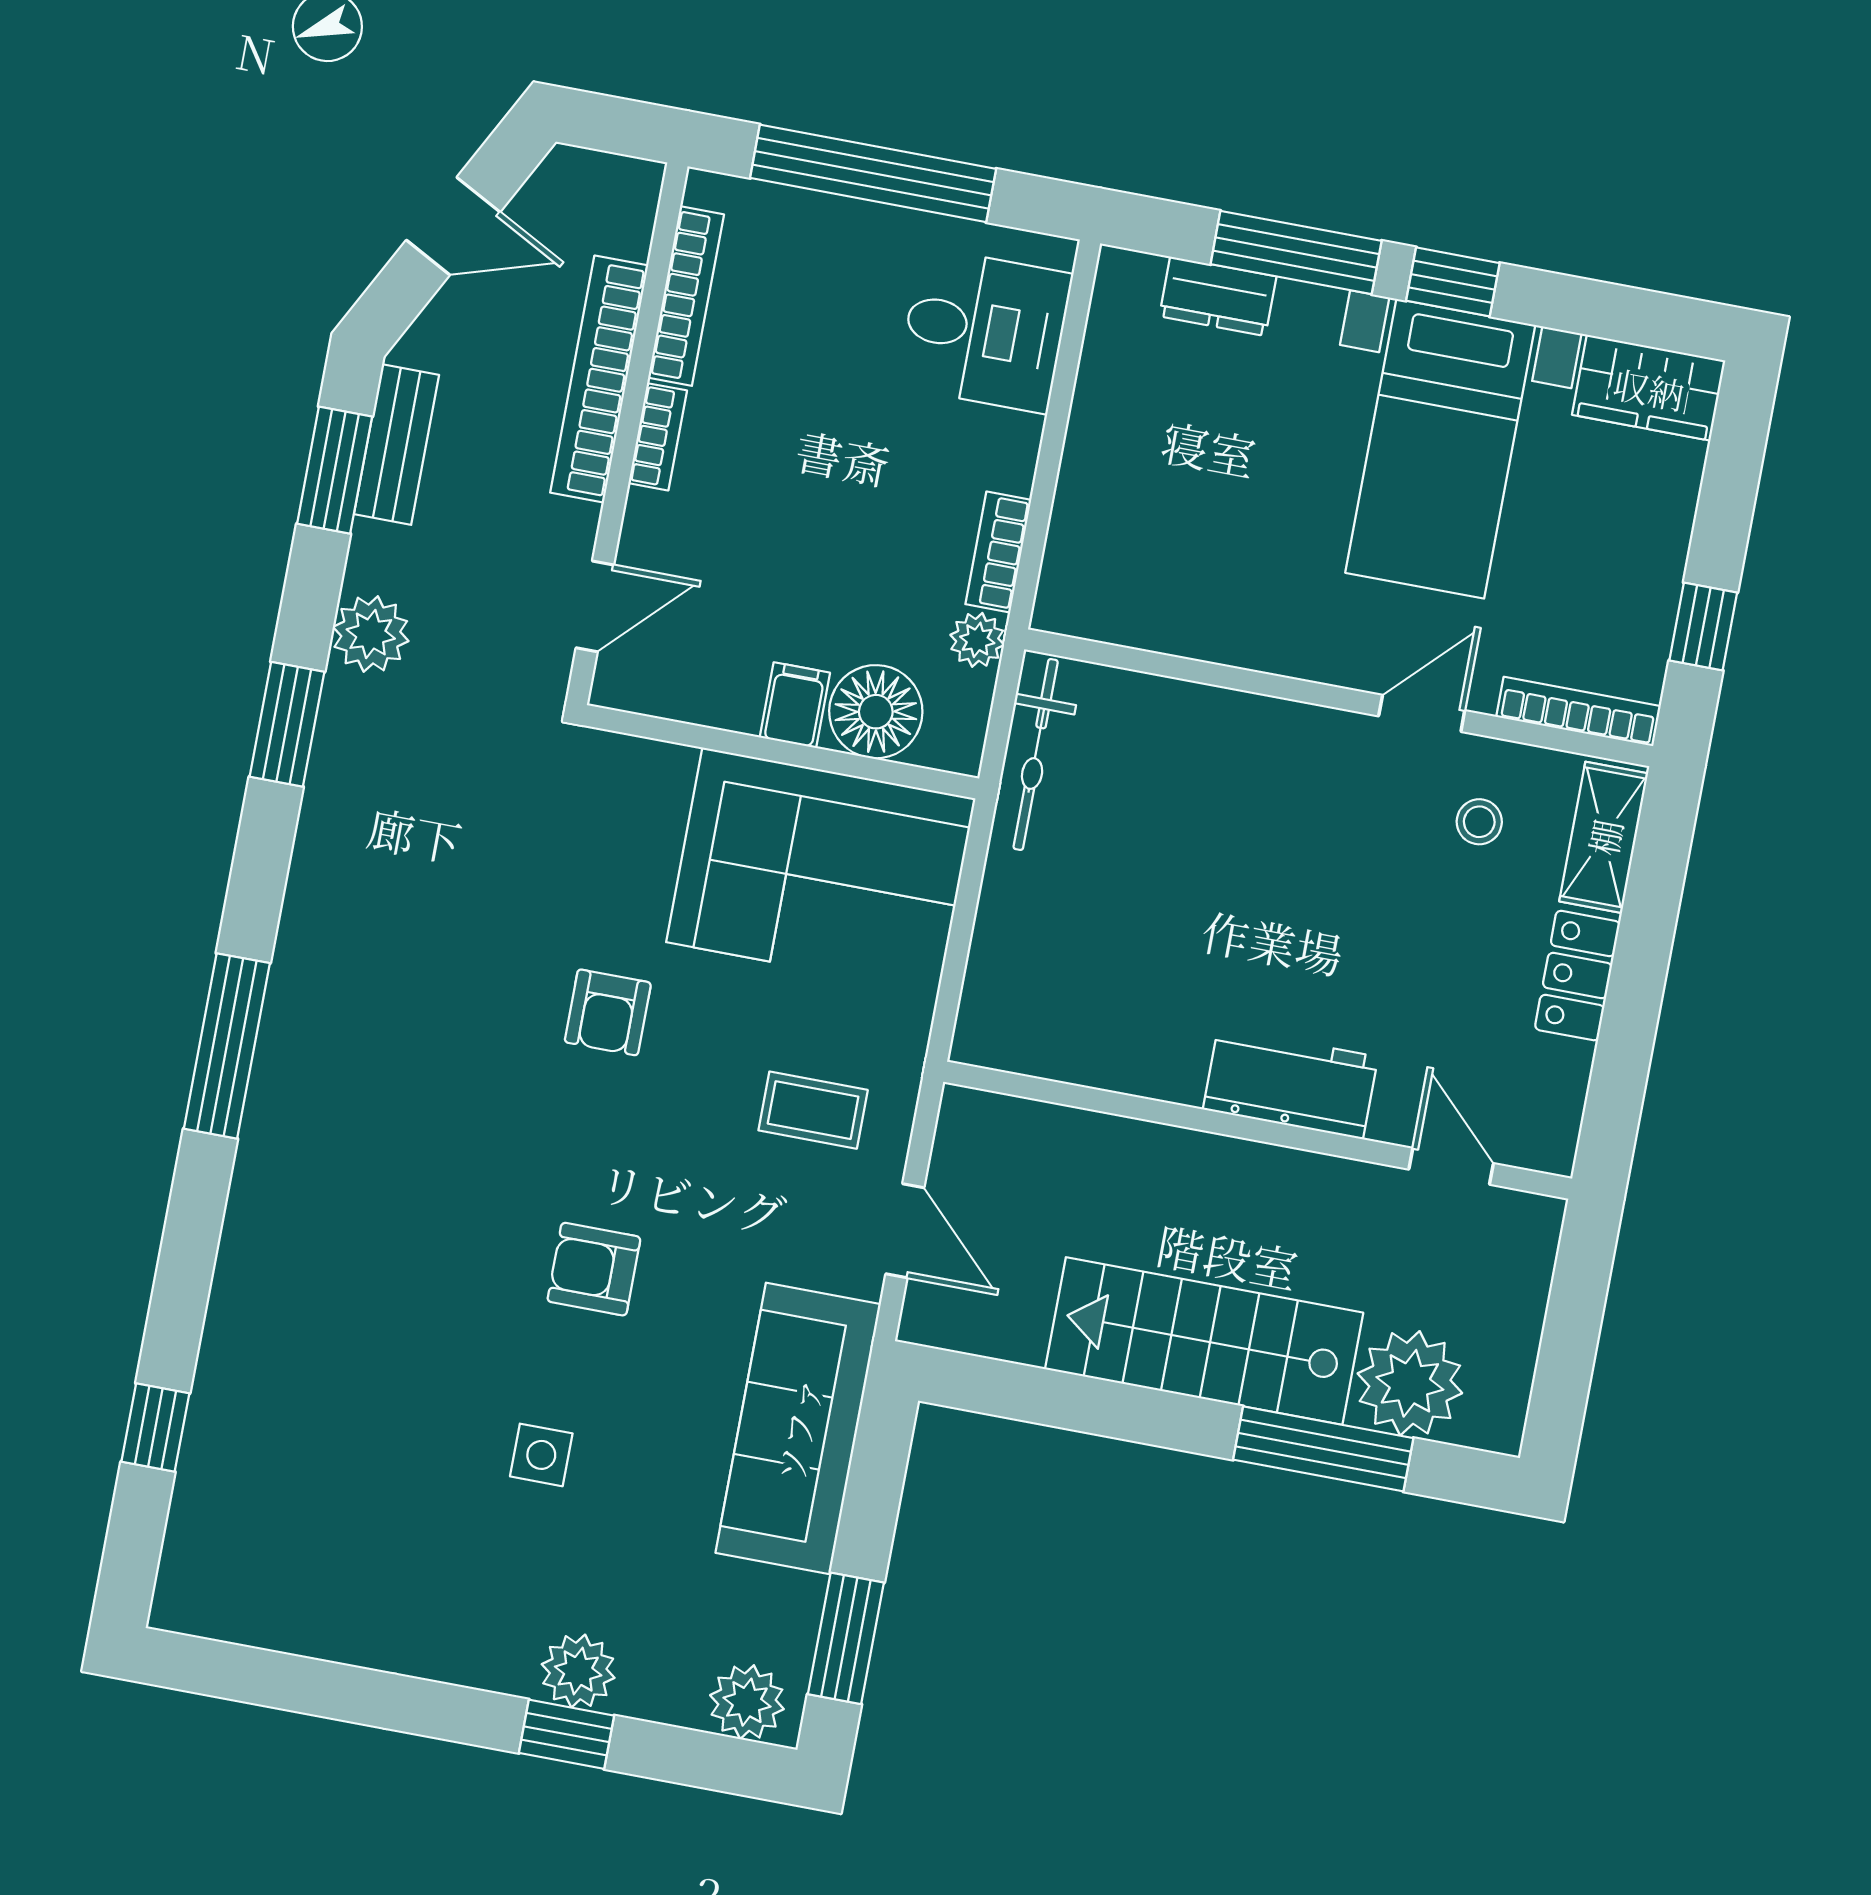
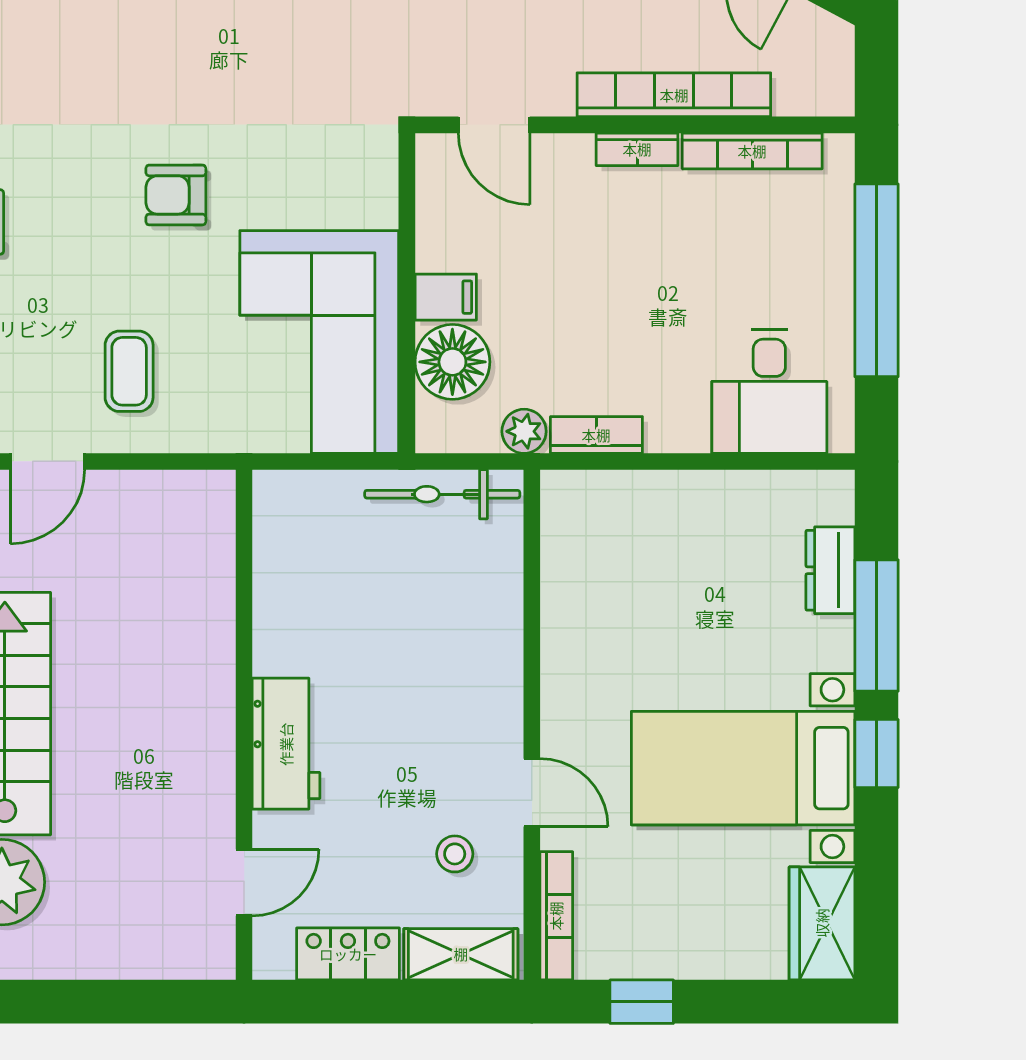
workbench: (1290, 1083) -> (286, 744), moved
wall: (1258, 1130) -> (244, 725), moved
door: (1451, 1166) -> (244, 883), moved

